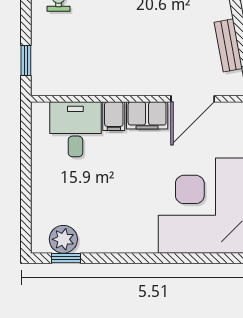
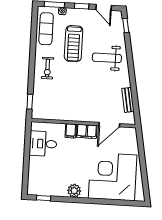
desk: (75, 129) -> (43, 144), moved, turned -90
plant: (63, 239) -> (74, 191), moved

